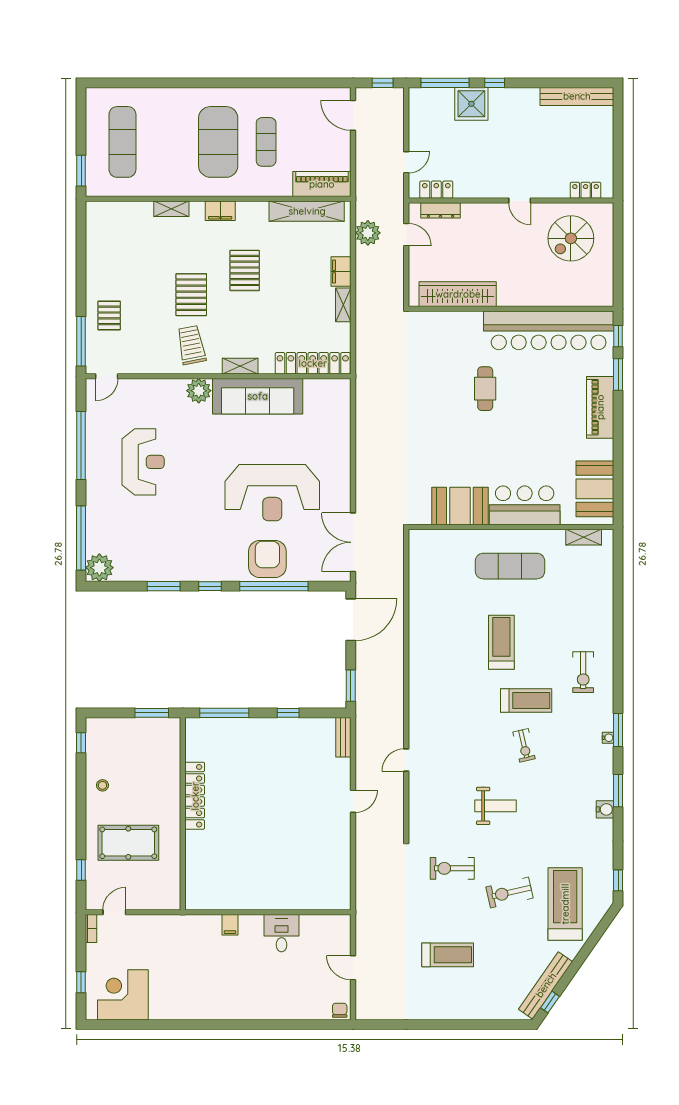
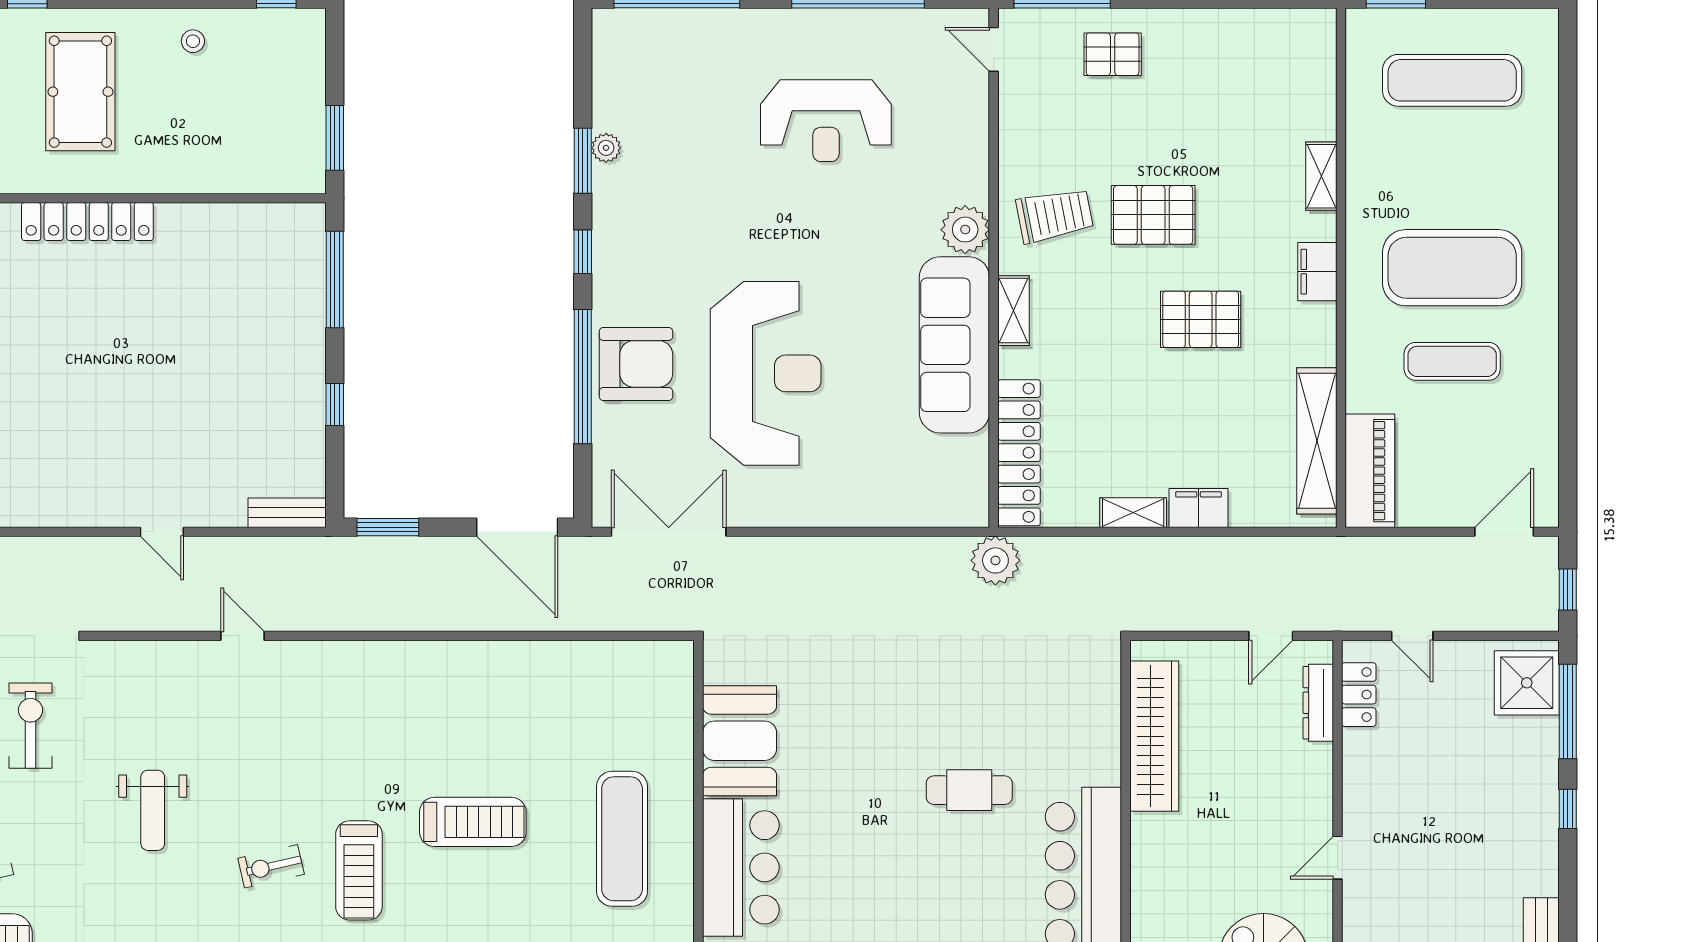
shower: (471, 104) -> (1527, 683), moved
plant: (368, 233) -> (995, 560), moved
reception desk: (272, 493) -> (766, 373), turned 180
plant: (99, 568) -> (606, 148), moved, width x0.53, depth x0.53
locker: (195, 796) -> (87, 222), moved

